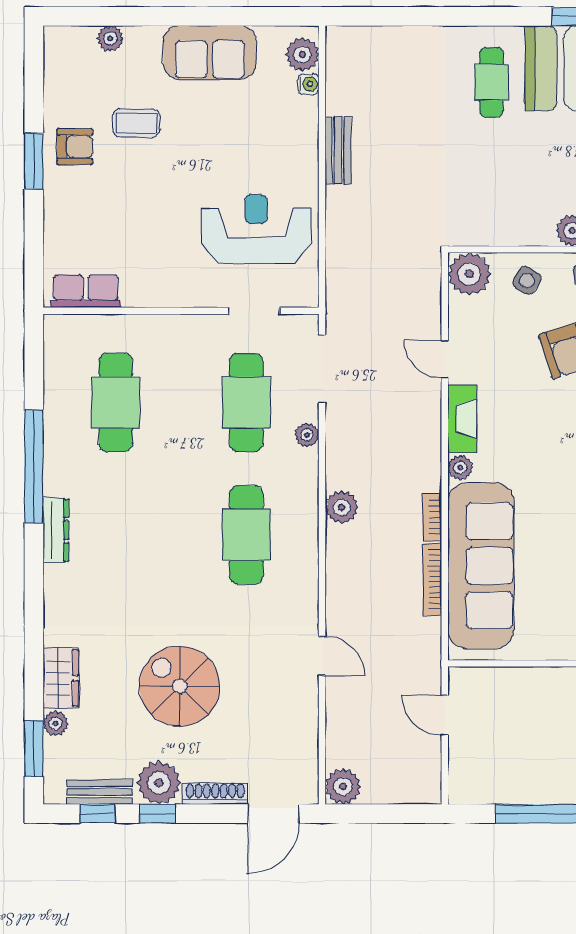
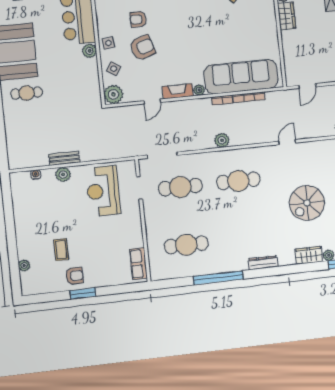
sofa: (210, 52) -> (26, 220), removed
plant: (302, 54) -> (63, 174), moved
armchair: (75, 147) -> (74, 276), turned 90
plant: (307, 435) -> (192, 159), removed
dresser: (56, 530) -> (263, 263), moved

